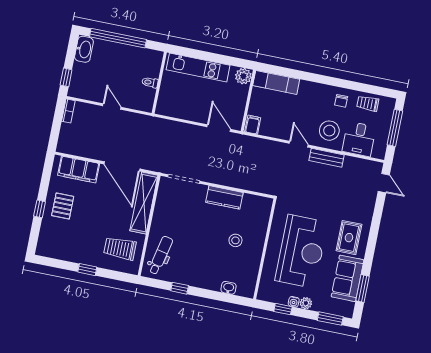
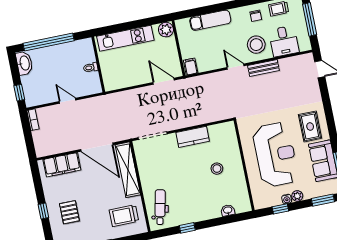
exam couch: (276, 82) -> (210, 20), moved
pallet: (63, 206) -> (69, 212), moved

